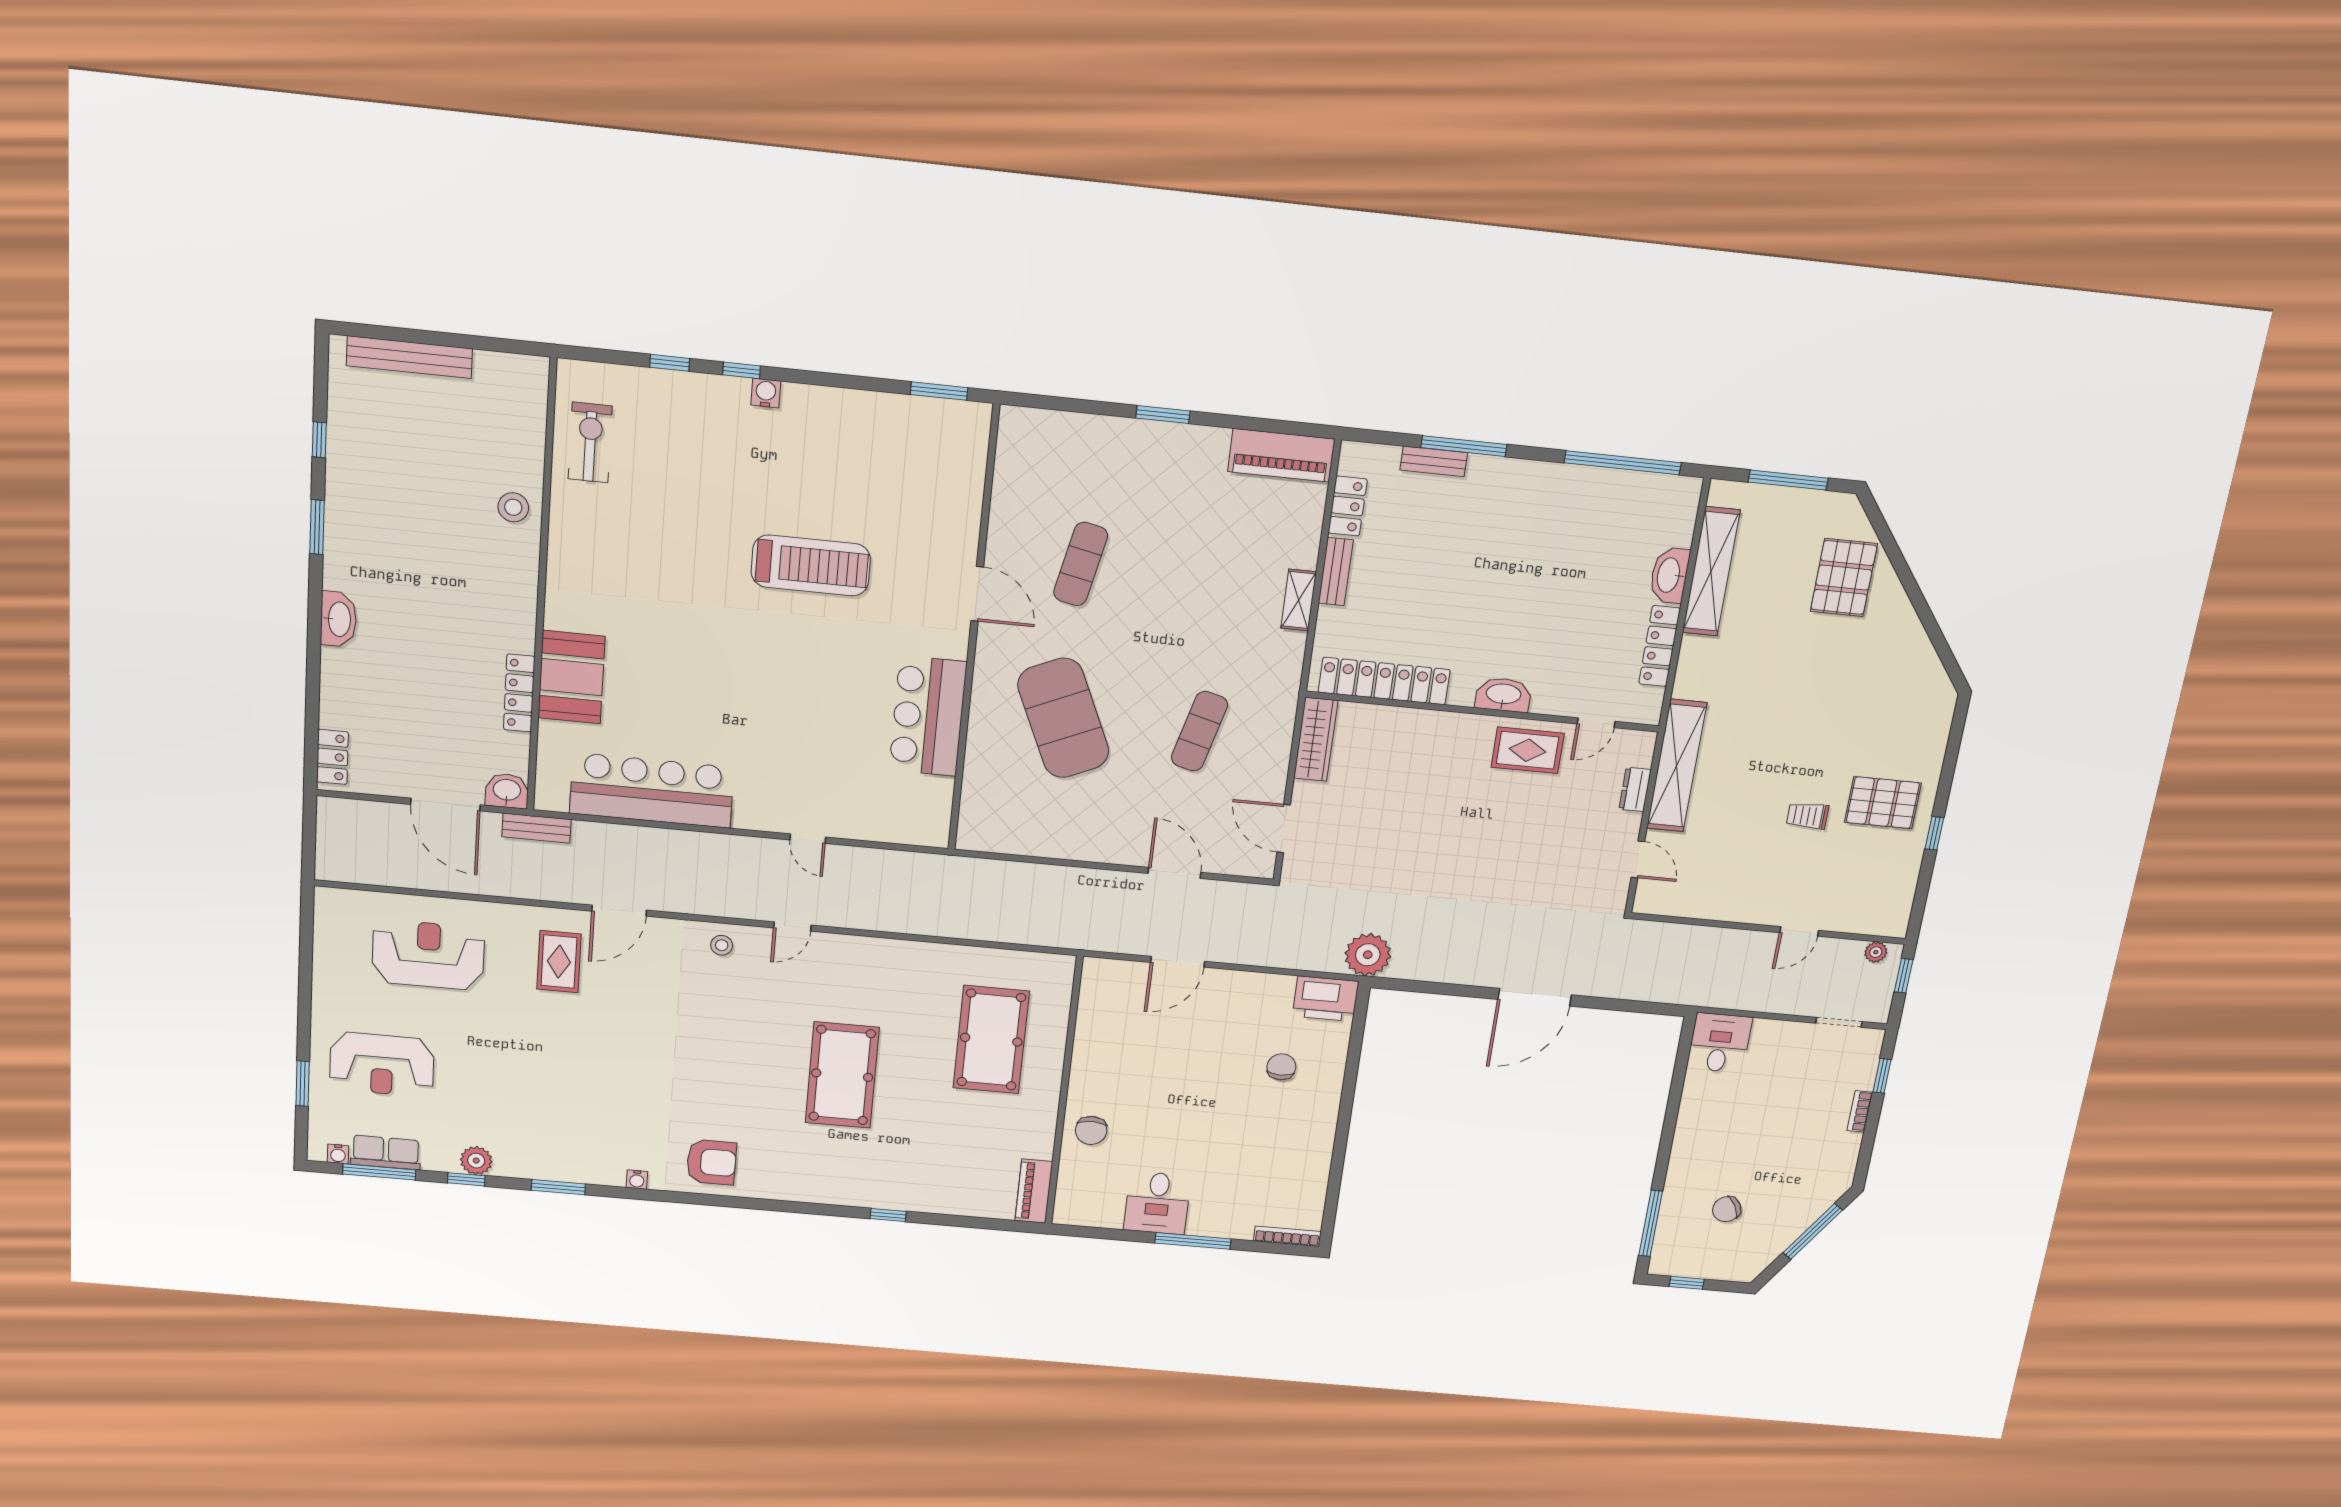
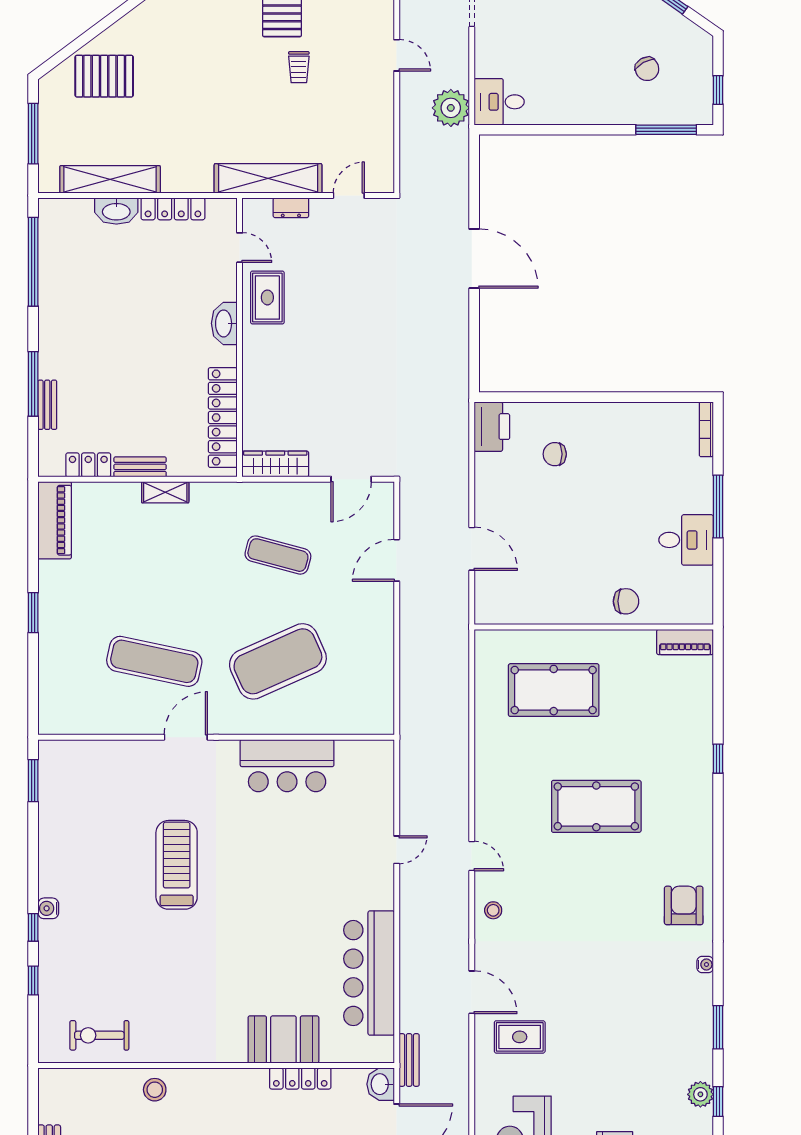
exercise mat: (1081, 564) -> (154, 661), width x1.36, depth x1.45
plant: (1368, 955) -> (451, 108), moved

